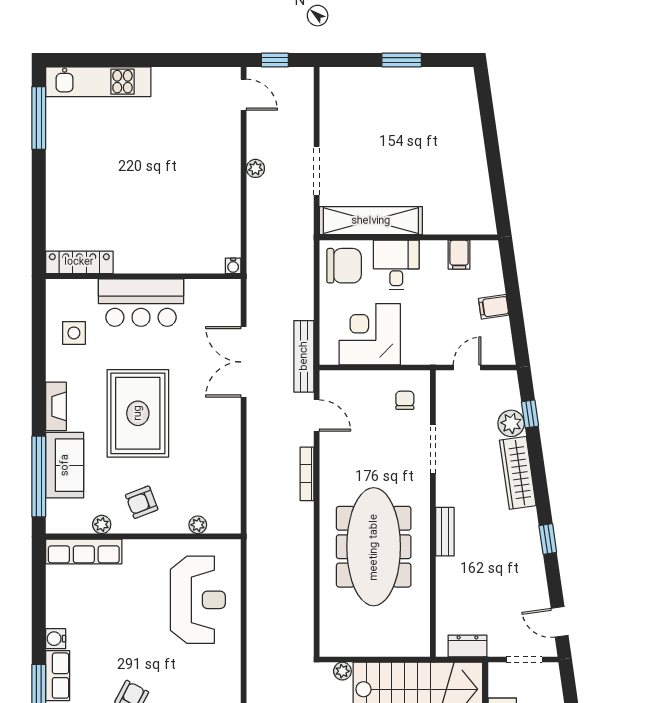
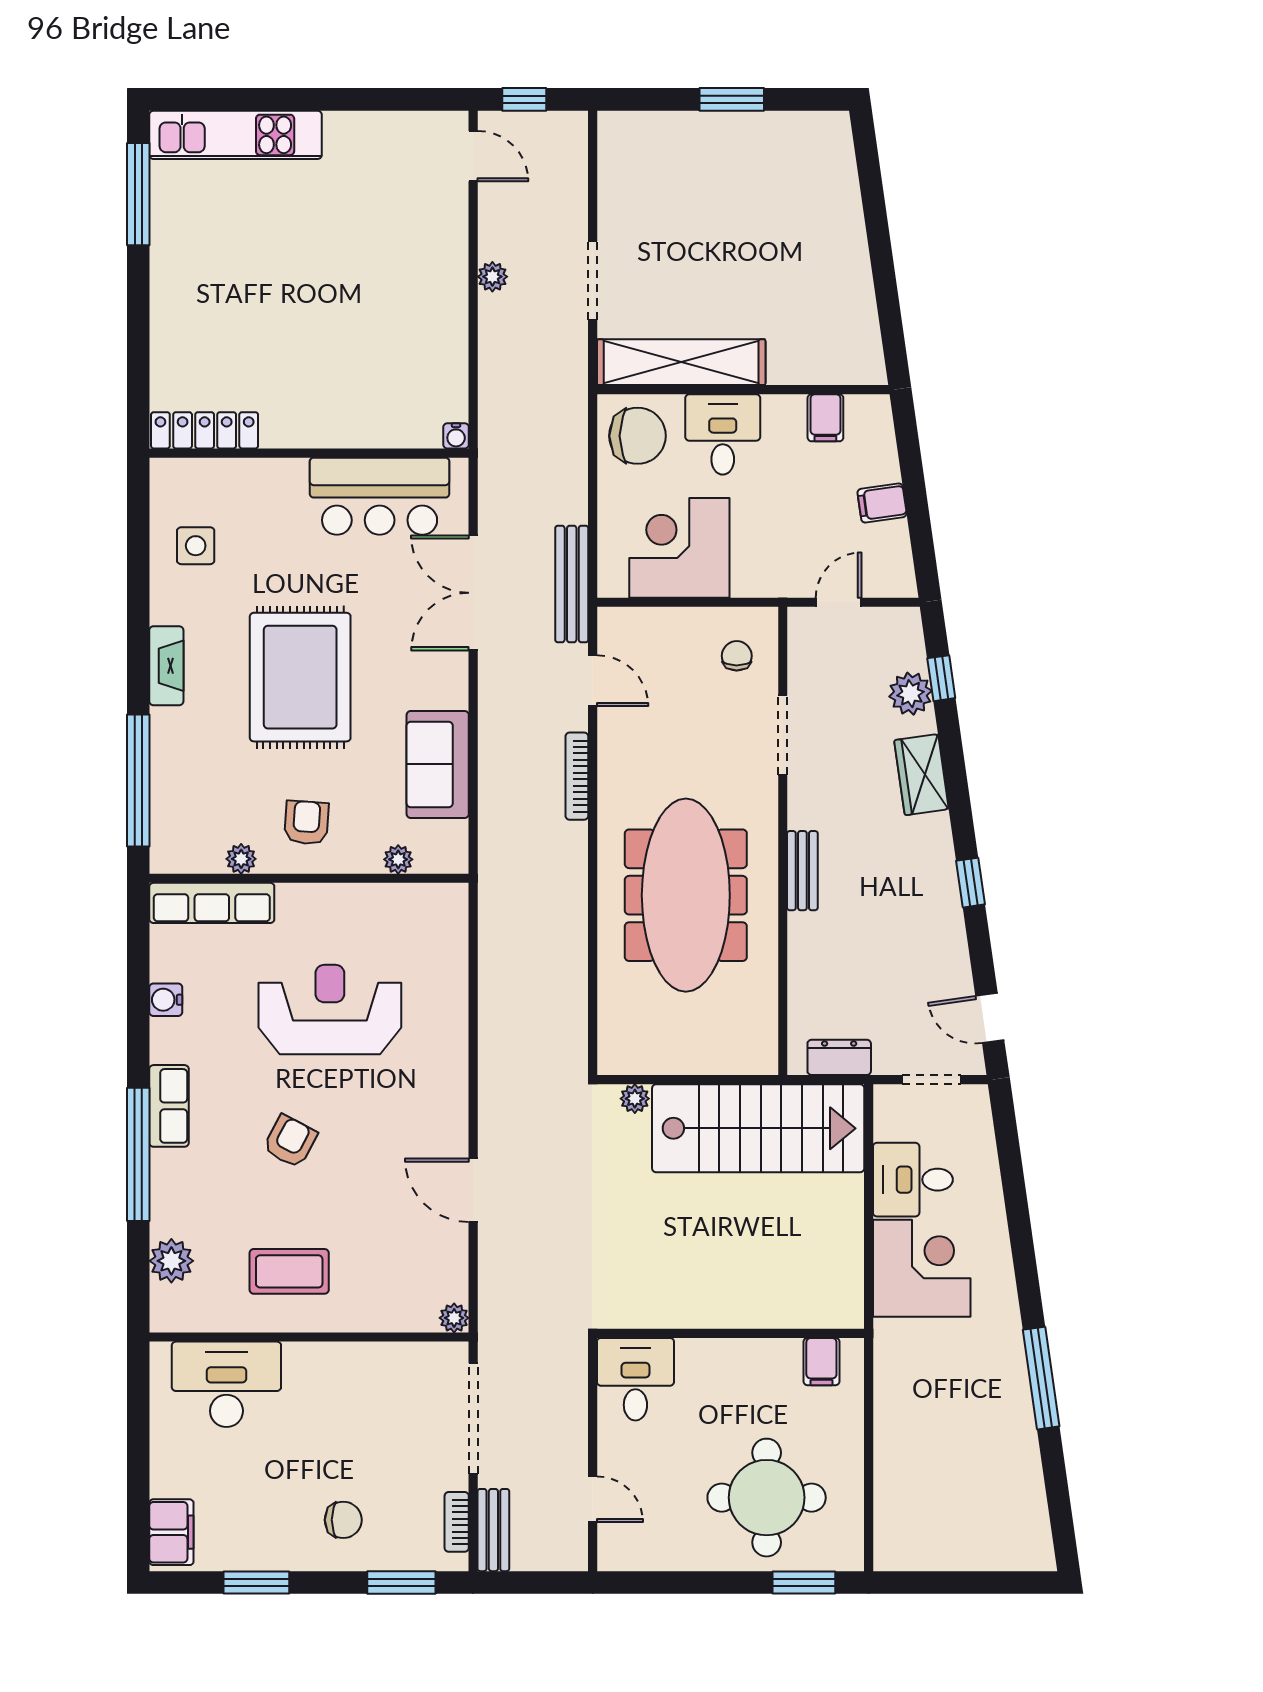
bar counter: (141, 303) -> (380, 496), moved
sofa: (65, 465) -> (438, 764), moved, turned 180
wardrobe: (518, 473) -> (921, 775), width x0.67
armchair: (142, 502) -> (306, 823), turned 115
reception desk: (198, 600) -> (330, 1010), moved, turned -90
water cooler: (56, 639) -> (166, 1000), moved

